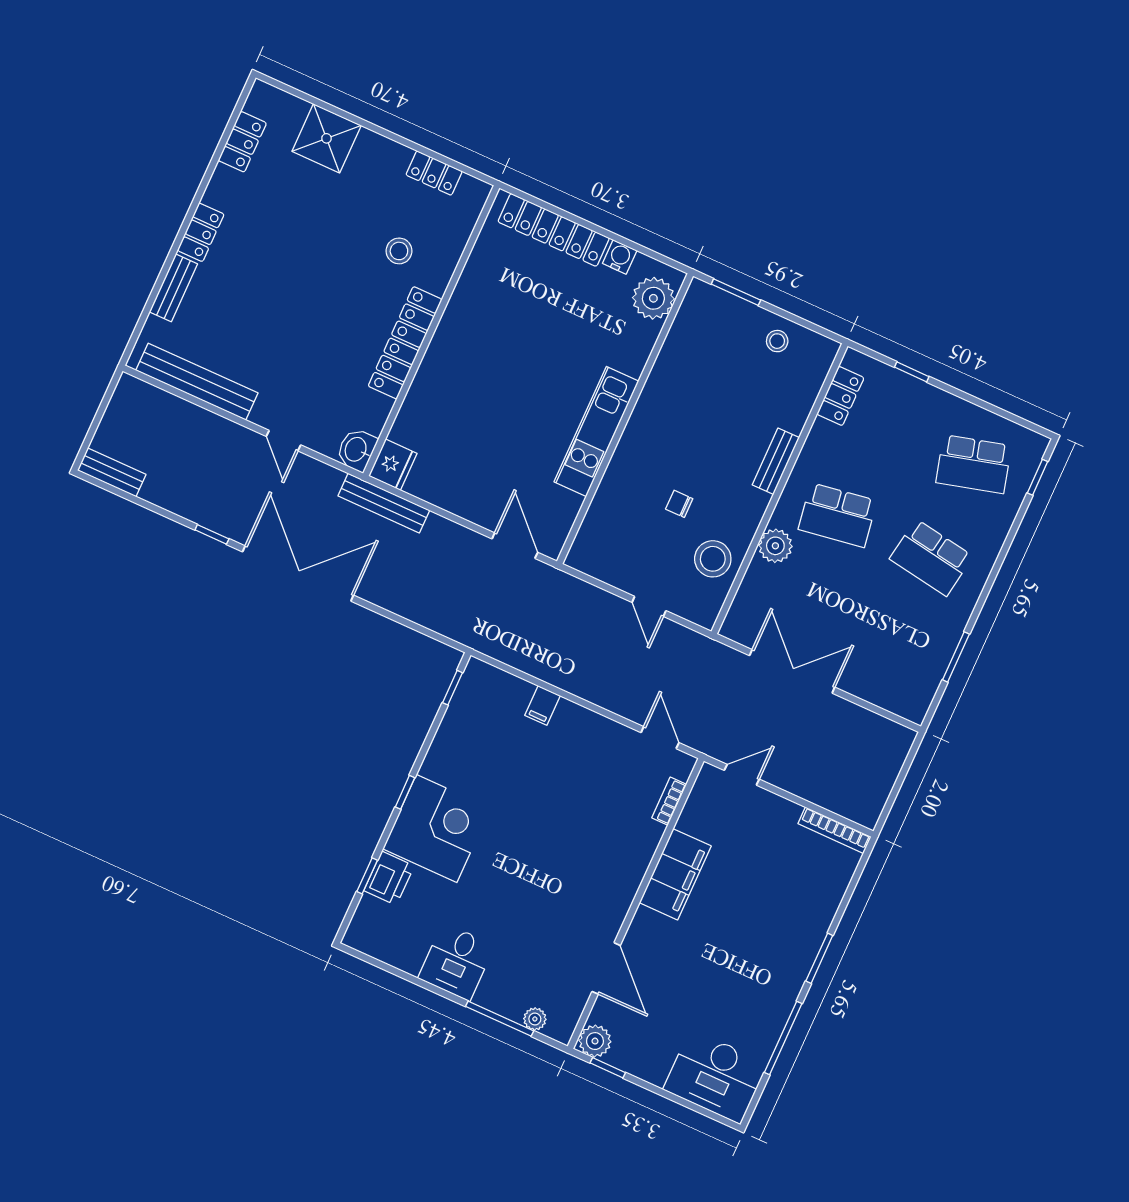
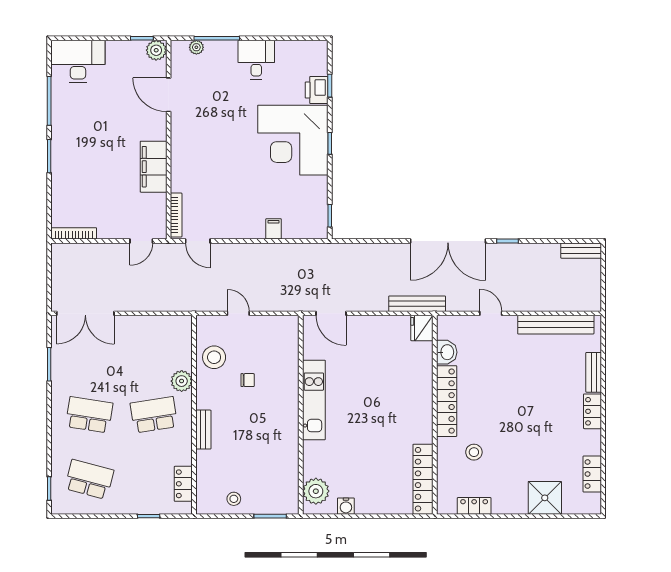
locker: (554, 230) -> (423, 479), moved, turned -90
washbasin: (356, 450) -> (447, 352), moved
school desk: (974, 464) -> (89, 479), turned 30
double door: (792, 671) -> (85, 313), moved
bookcase: (669, 801) -> (176, 215), width x1.56
corner desk: (437, 829) -> (293, 140), width x1.36, depth x1.36

